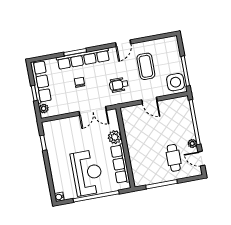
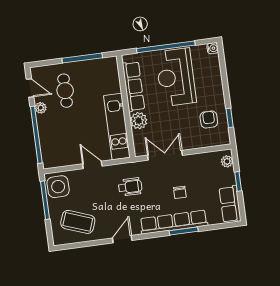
coffee table: (146, 66) -> (78, 222), moved, turned -70
row of seats: (41, 82) -> (230, 204), width x0.68
kitchen unit: (132, 132) -> (117, 127), added
armchair: (60, 141) -> (209, 119), added

